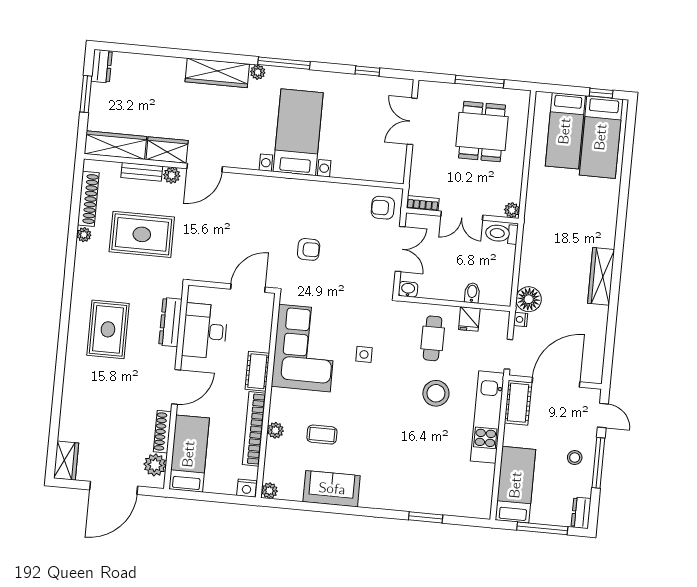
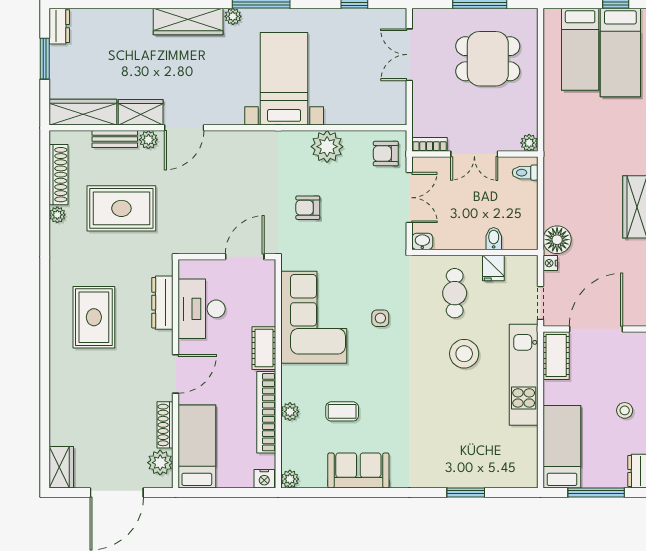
dining table: (482, 132) -> (488, 59), turned 90
plant: (331, 196) -> (327, 147), added
toilet: (502, 234) -> (525, 173), width x0.73, depth x0.72
armchair: (309, 249) -> (308, 208), turned 180

